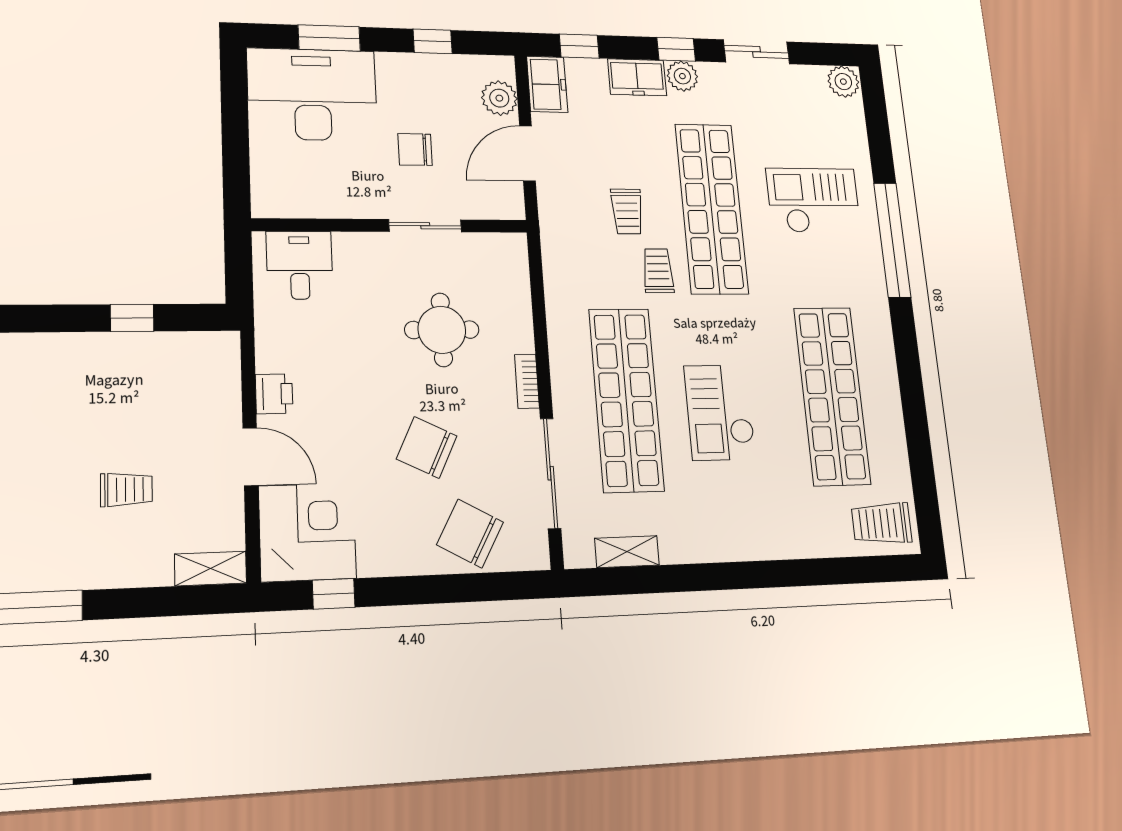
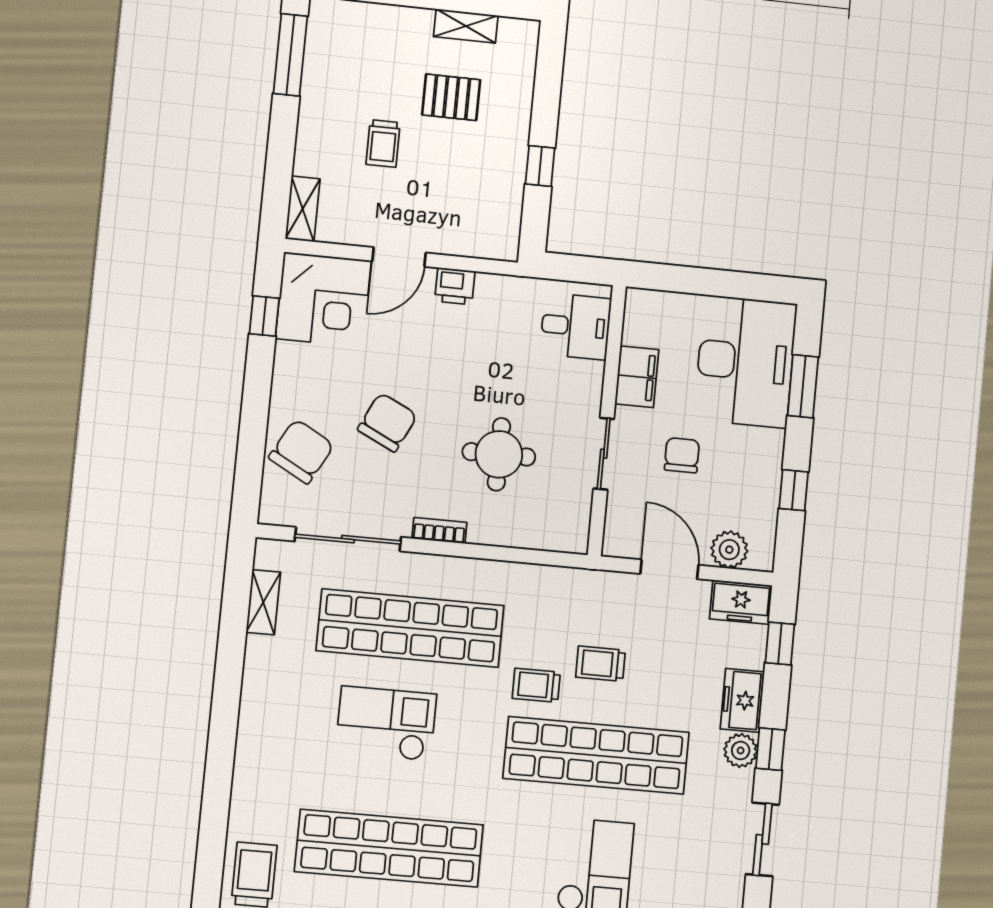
filing cabinet: (343, 199) -> (637, 377), added
trolley: (658, 271) -> (536, 685), turned 180
pallet: (65, 421) -> (451, 97), added

